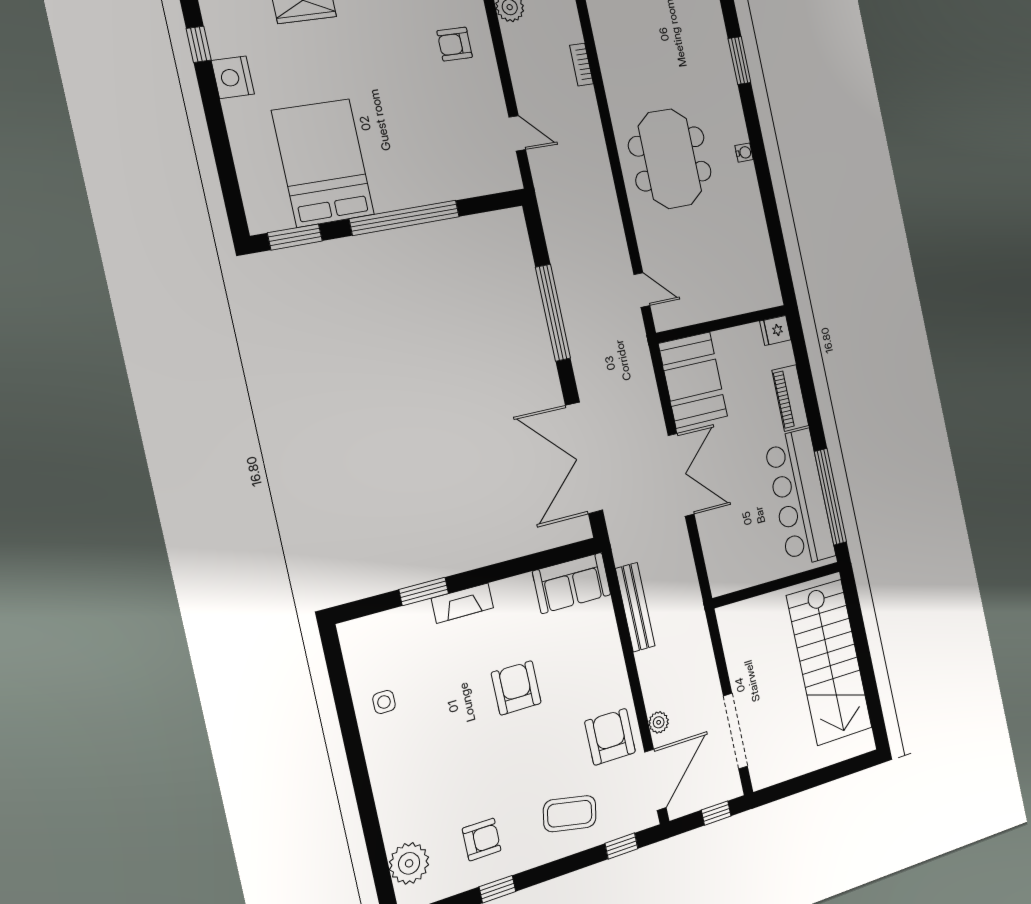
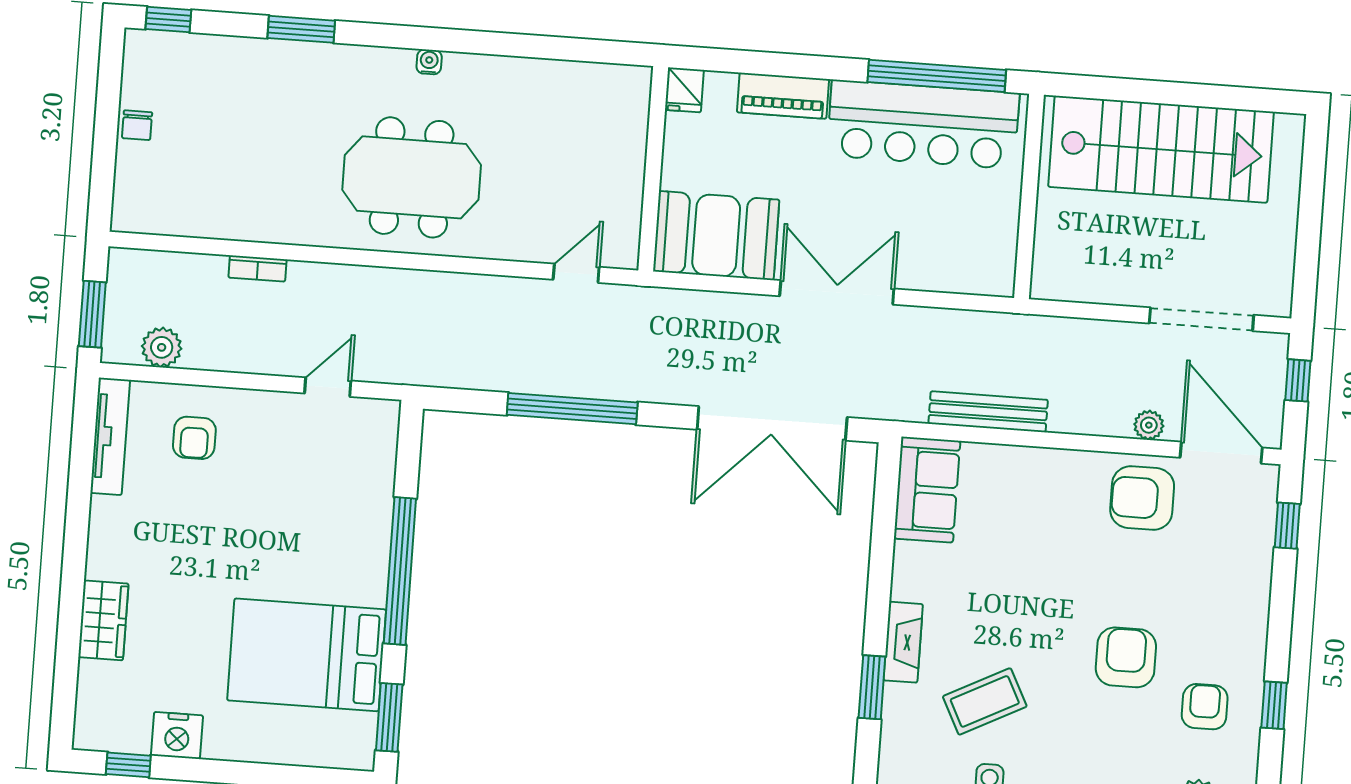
armchair: (516, 688) -> (1126, 657), moved, turned 90
coffee table: (570, 814) -> (985, 701), moved, turned 52

